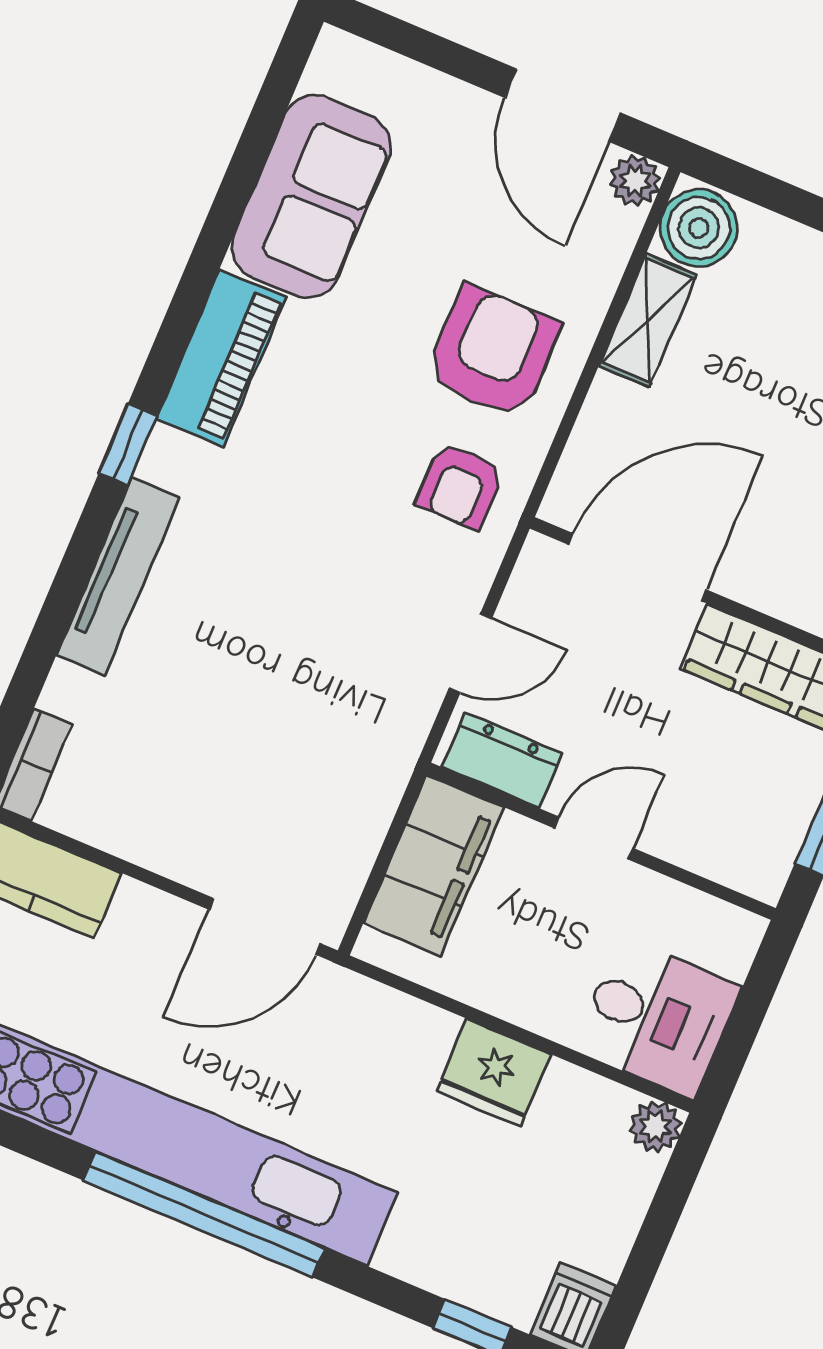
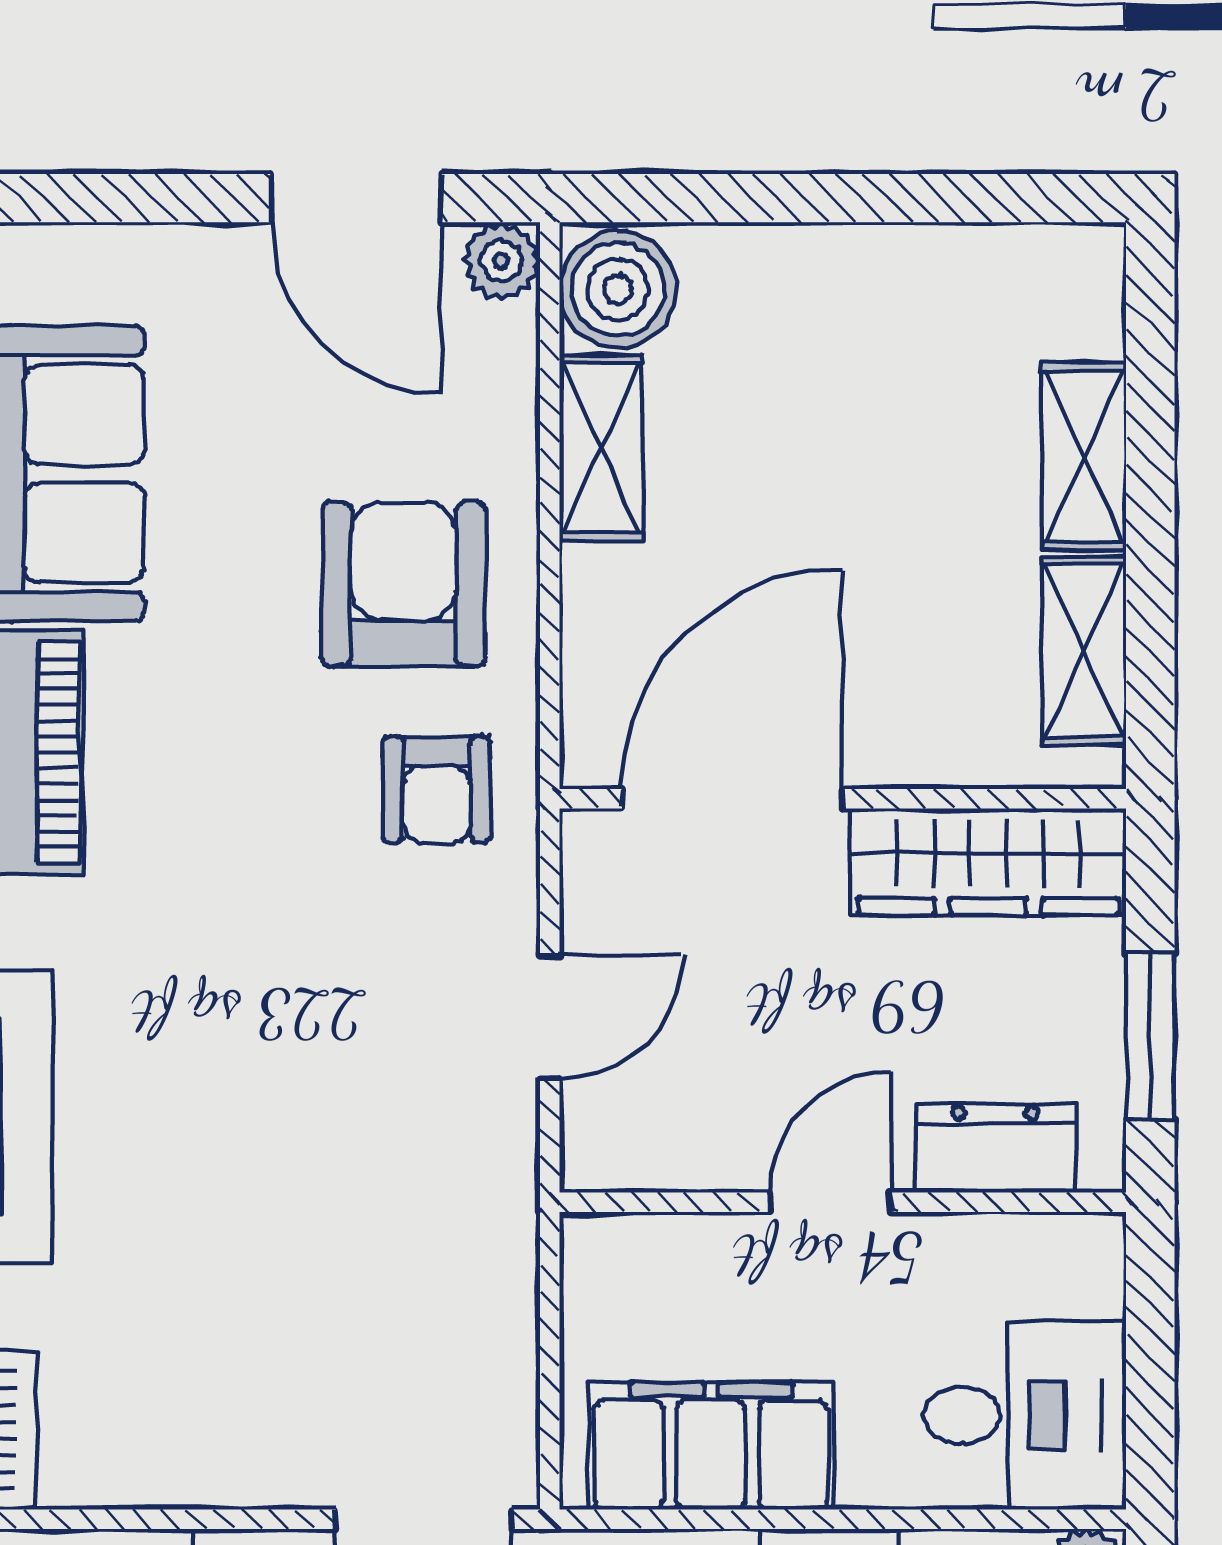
dresser: (502, 760) -> (995, 1148), moved
filing cabinet: (433, 865) -> (711, 1446), moved, turned -90

